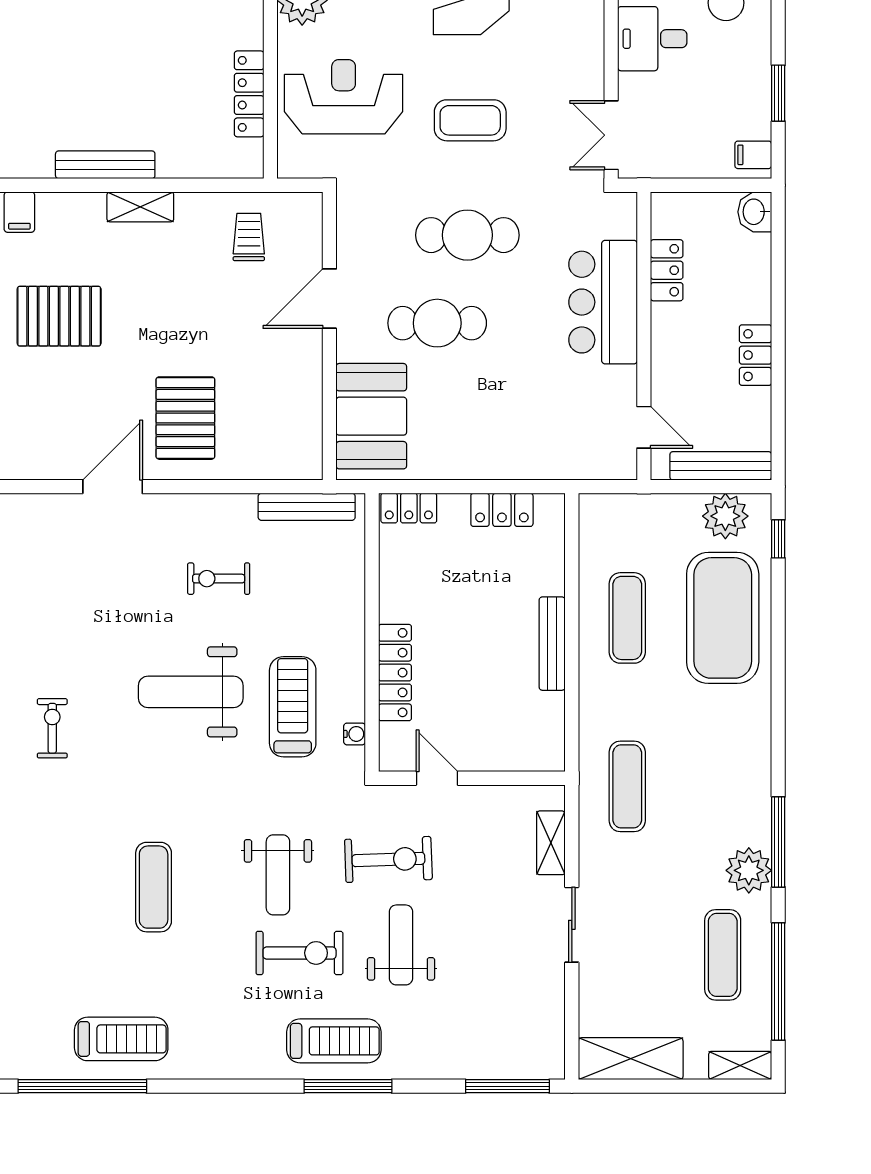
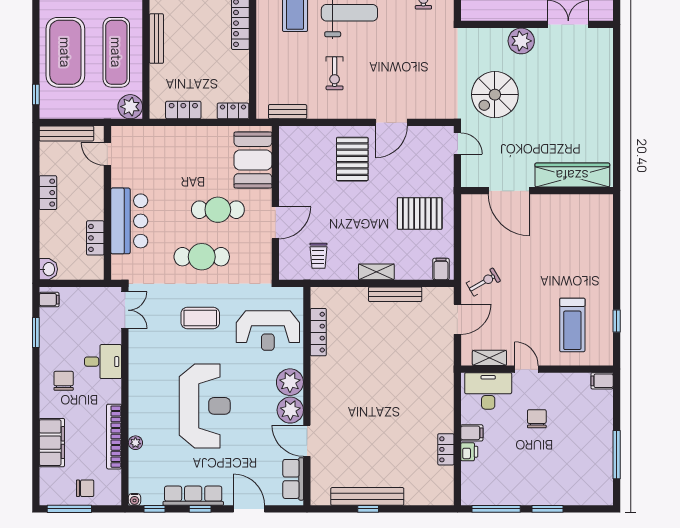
bench: (307, 507) -> (288, 112), width x0.73
plant: (725, 516) -> (130, 107), moved
exercise bike: (219, 579) -> (335, 73), turned 90
exercise mat: (627, 618) -> (116, 52), width x1.36, depth x1.45

